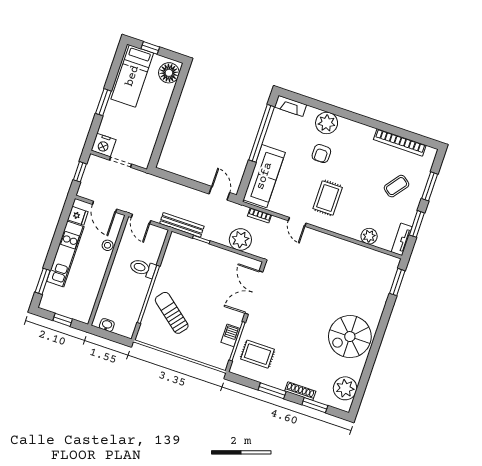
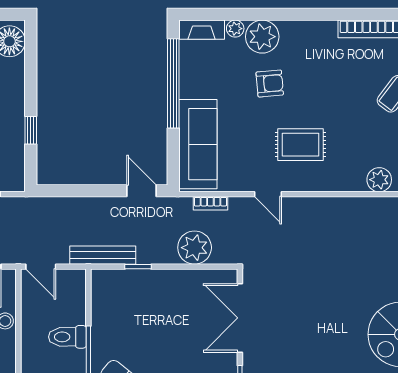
plant: (312, 112) -> (235, 29), added
window: (163, 132) -> (31, 130), added
armchair: (321, 154) -> (270, 84), turned -95
rug: (328, 198) -> (300, 145), turned 90

